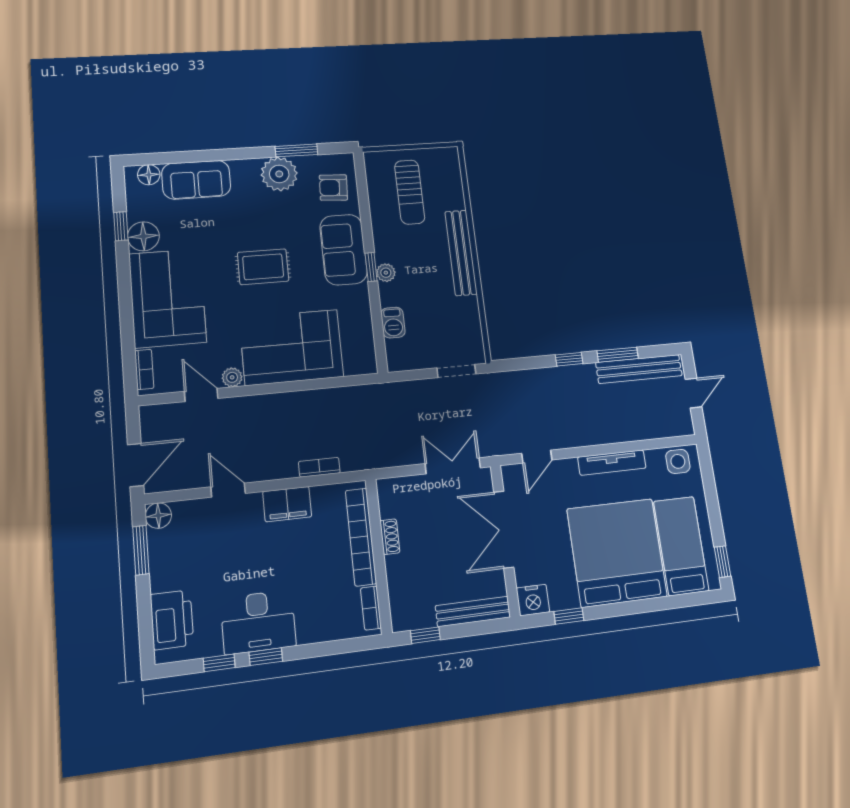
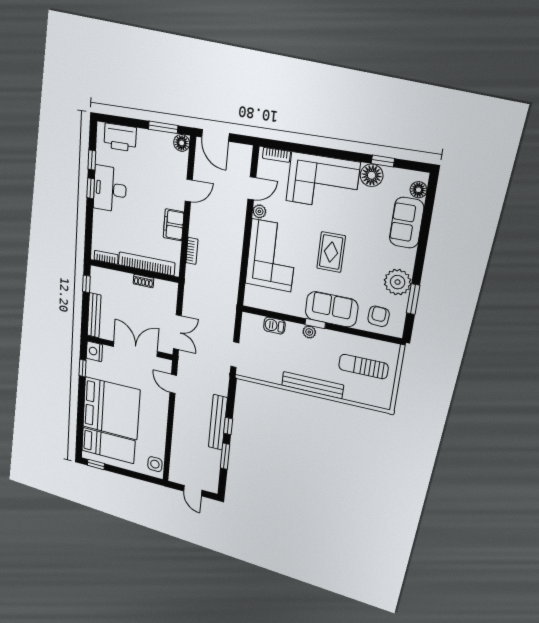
bench: (639, 369) -> (218, 422), moved
tv unit: (612, 463) -> (161, 426), removed

